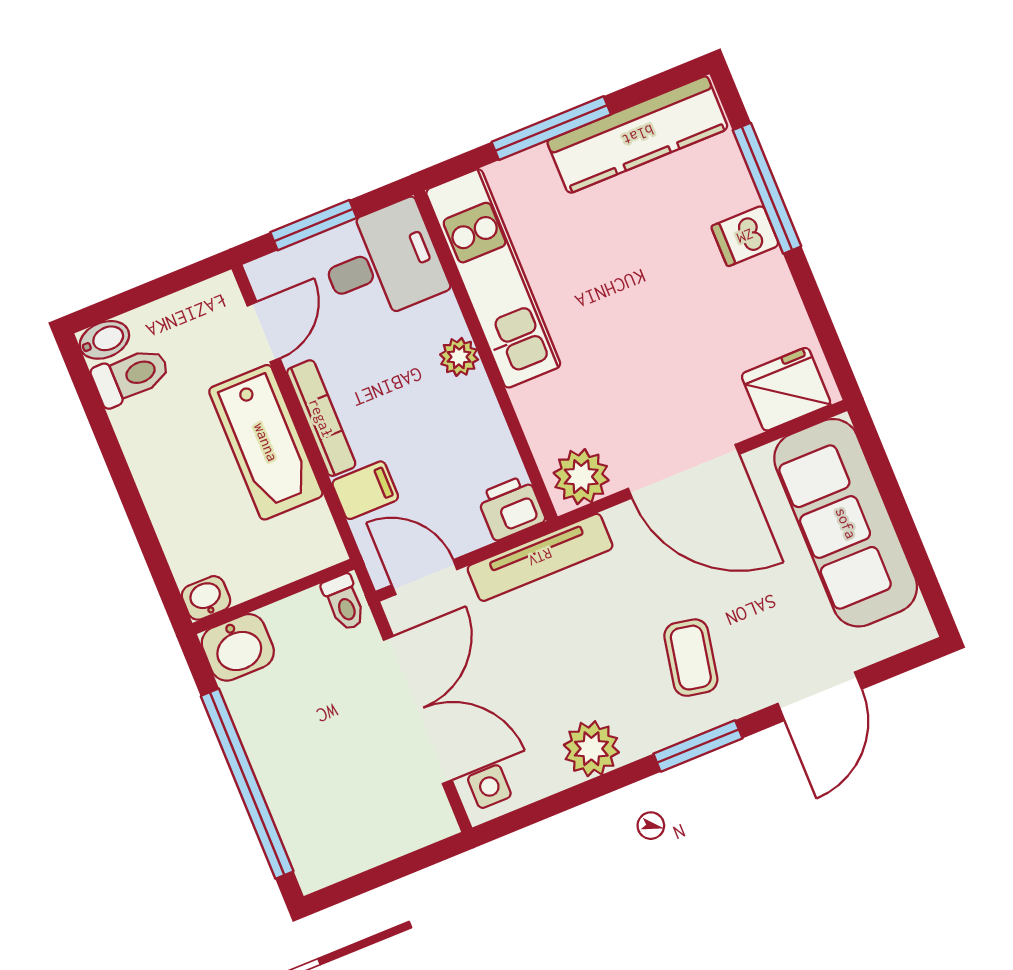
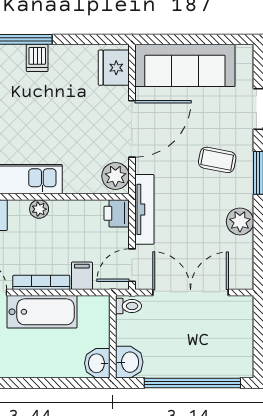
washbasin: (206, 598) -> (97, 363), width x1.38, depth x1.45
side table: (489, 787) -> (238, 274), removed

